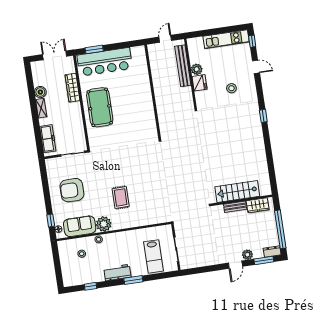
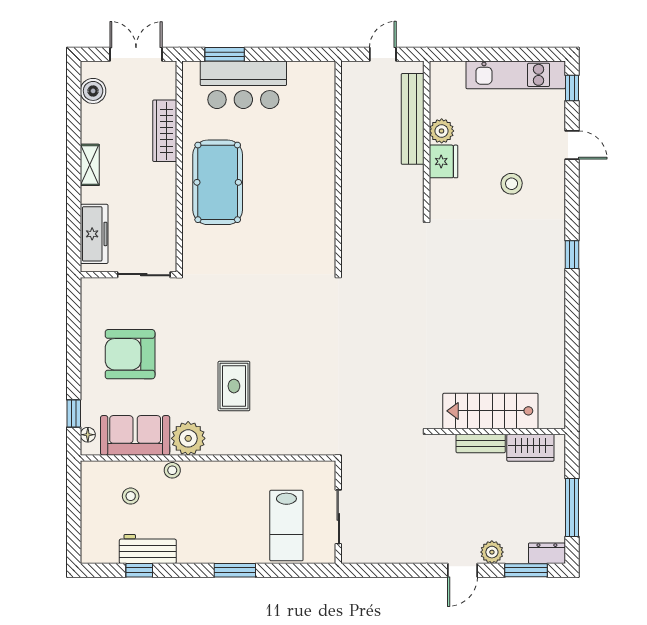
bar counter: (105, 62) -> (243, 85), width x0.73
boiler: (40, 92) -> (93, 91), moved
window: (280, 229) -> (572, 508), width x0.68
workbench: (117, 273) -> (148, 549), moved

